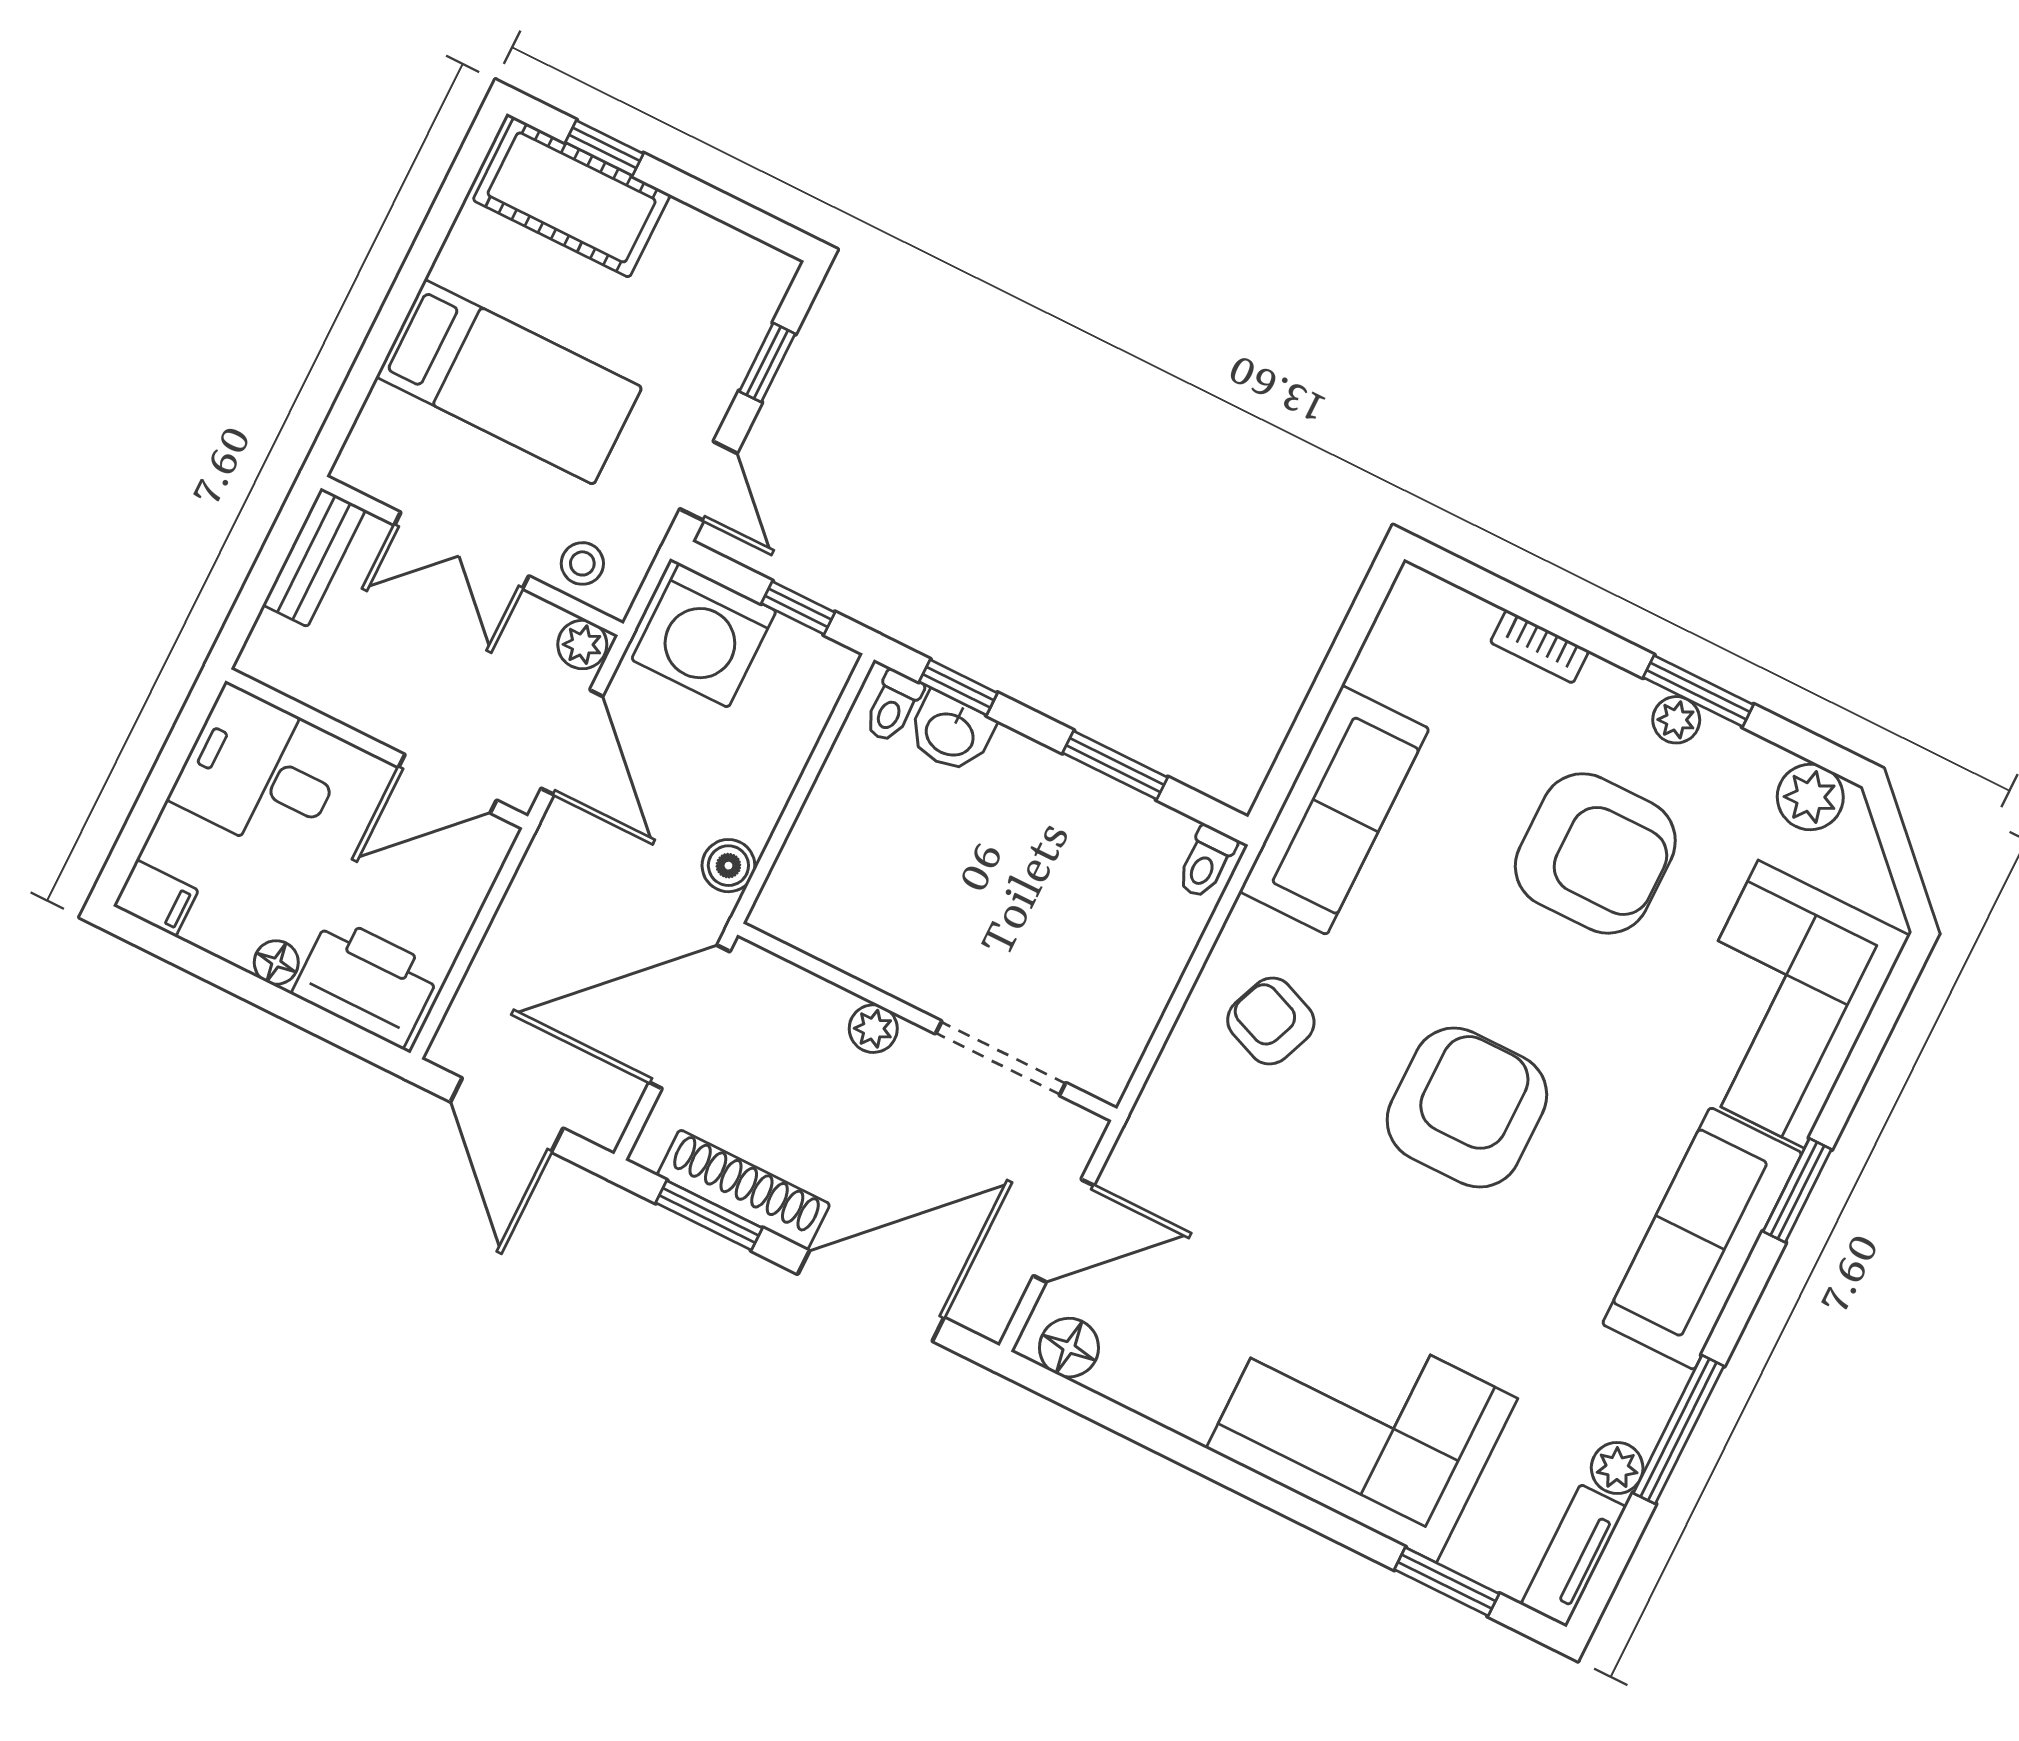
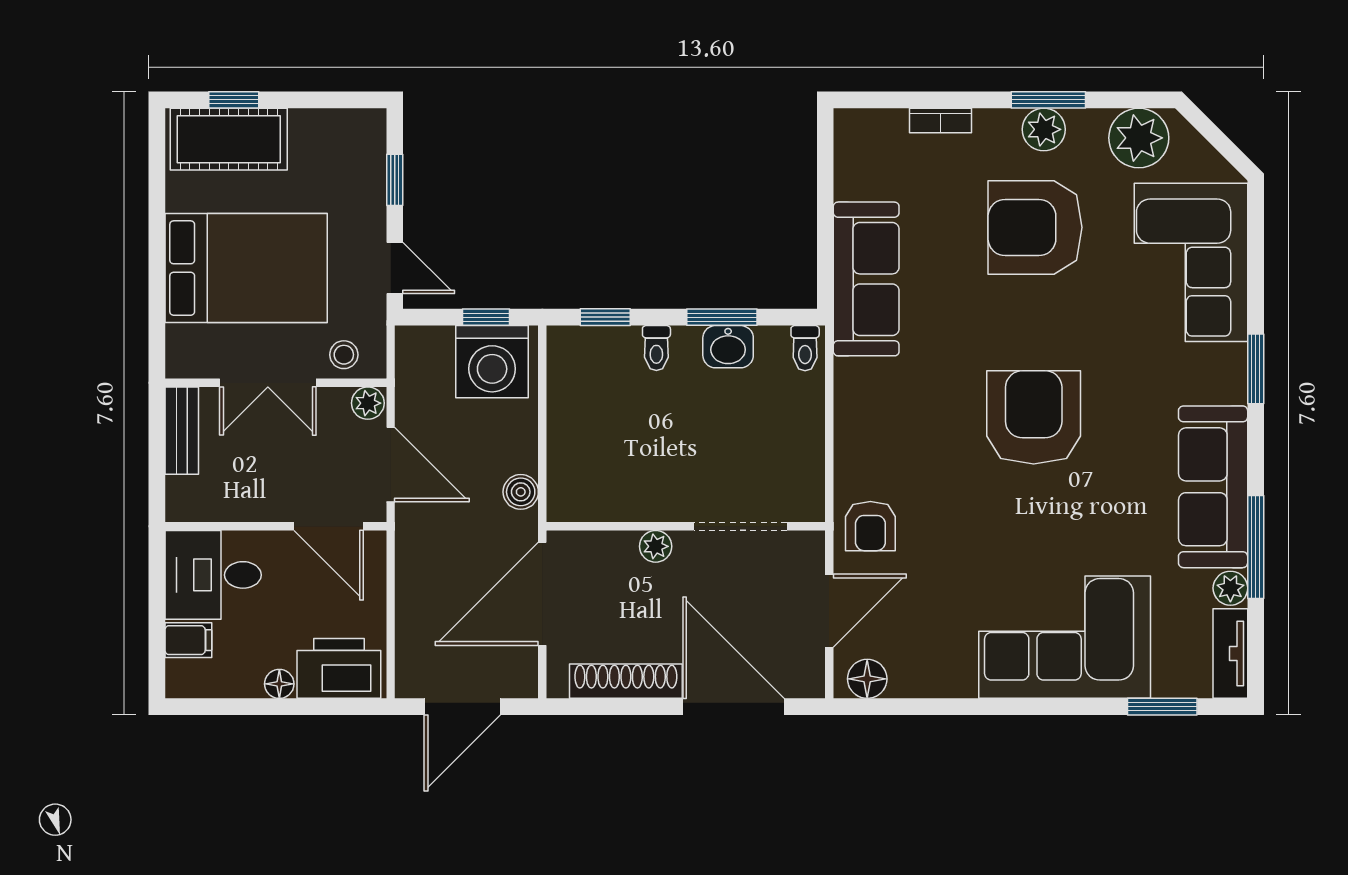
bed: (509, 382) -> (246, 268), width x1.50
washing machine: (704, 635) -> (492, 362), moved
toilet: (893, 706) -> (656, 348), moved
plant: (1676, 720) -> (1044, 129), width x1.38, depth x1.38
washbasin: (951, 733) -> (728, 347), moved
door: (448, 784) -> (329, 526), hinge flipped
plant: (1810, 797) -> (1139, 138), width x1.36, depth x1.36
armchair: (1595, 853) -> (1035, 227), turned 180
filing cabinet: (156, 898) -> (188, 640), moved
armchair: (1271, 1021) -> (870, 526), moved, turned -112
door: (507, 1115) -> (462, 707), hinge flipped
window: (709, 1215) -> (613, 707), removed
sofa: (1702, 1239) -> (1213, 487), moved
door: (871, 1296) -> (733, 707), hinge flipped

